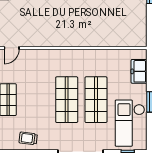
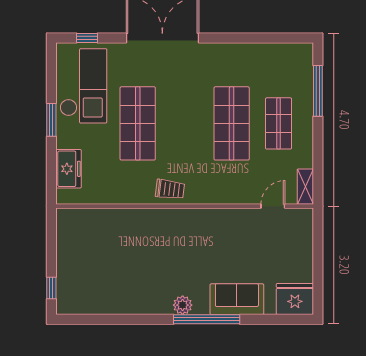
shop shelf: (67, 100) -> (232, 123), moved
trolley: (28, 138) -> (170, 189), moved

